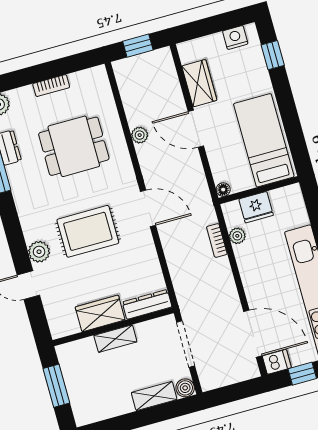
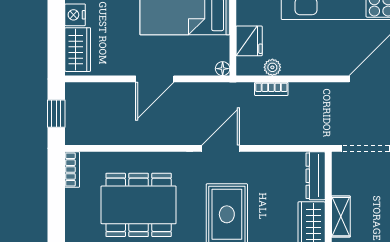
wardrobe: (199, 83) -> (78, 50), moved, turned 90
bookcase: (51, 86) -> (72, 170), moved
plant: (140, 135) -> (146, 137), removed
dining table: (74, 146) -> (139, 205), width x1.38

